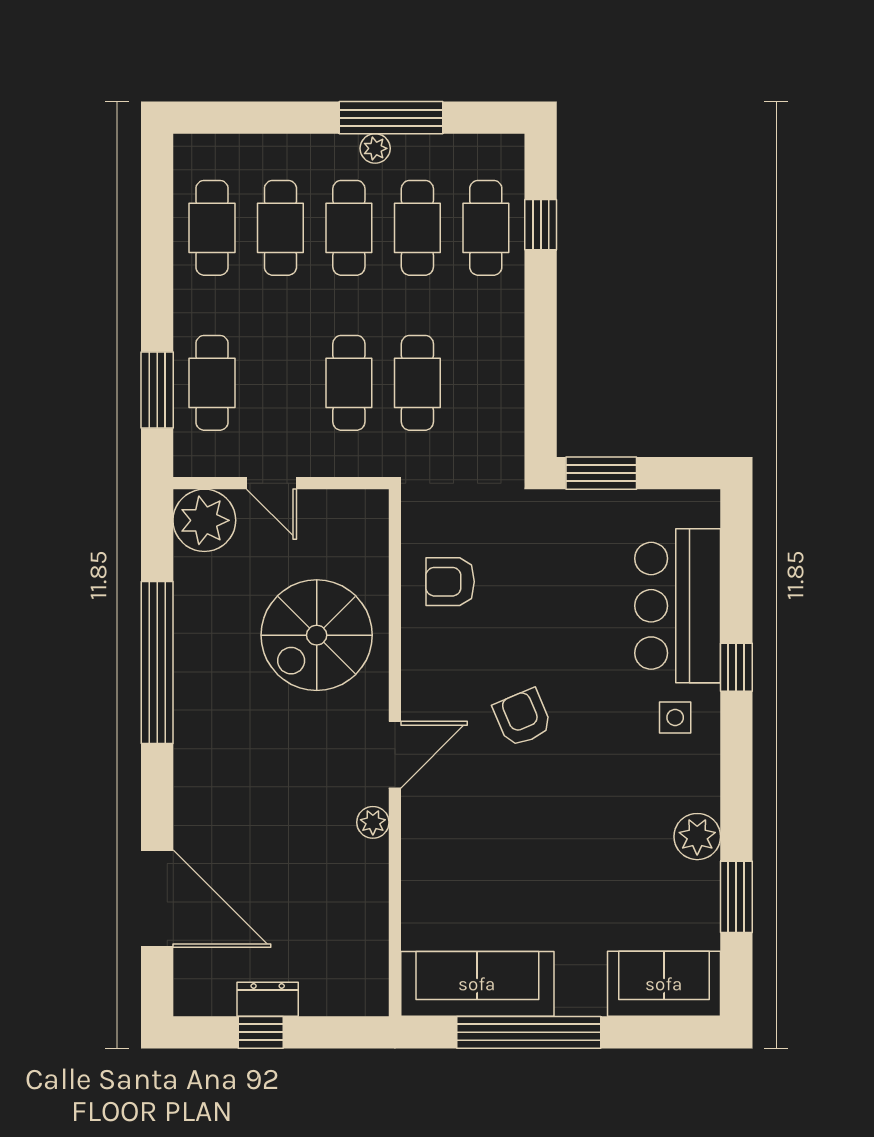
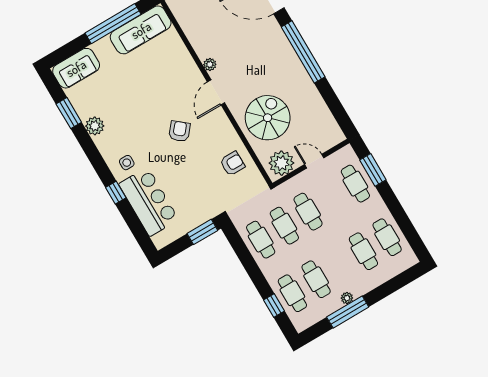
cafe table: (349, 228) -> (261, 240), moved
plant: (204, 520) -> (281, 163), moved
window: (157, 663) -> (303, 52), moved
armchair: (522, 718) -> (180, 131), turned -117

